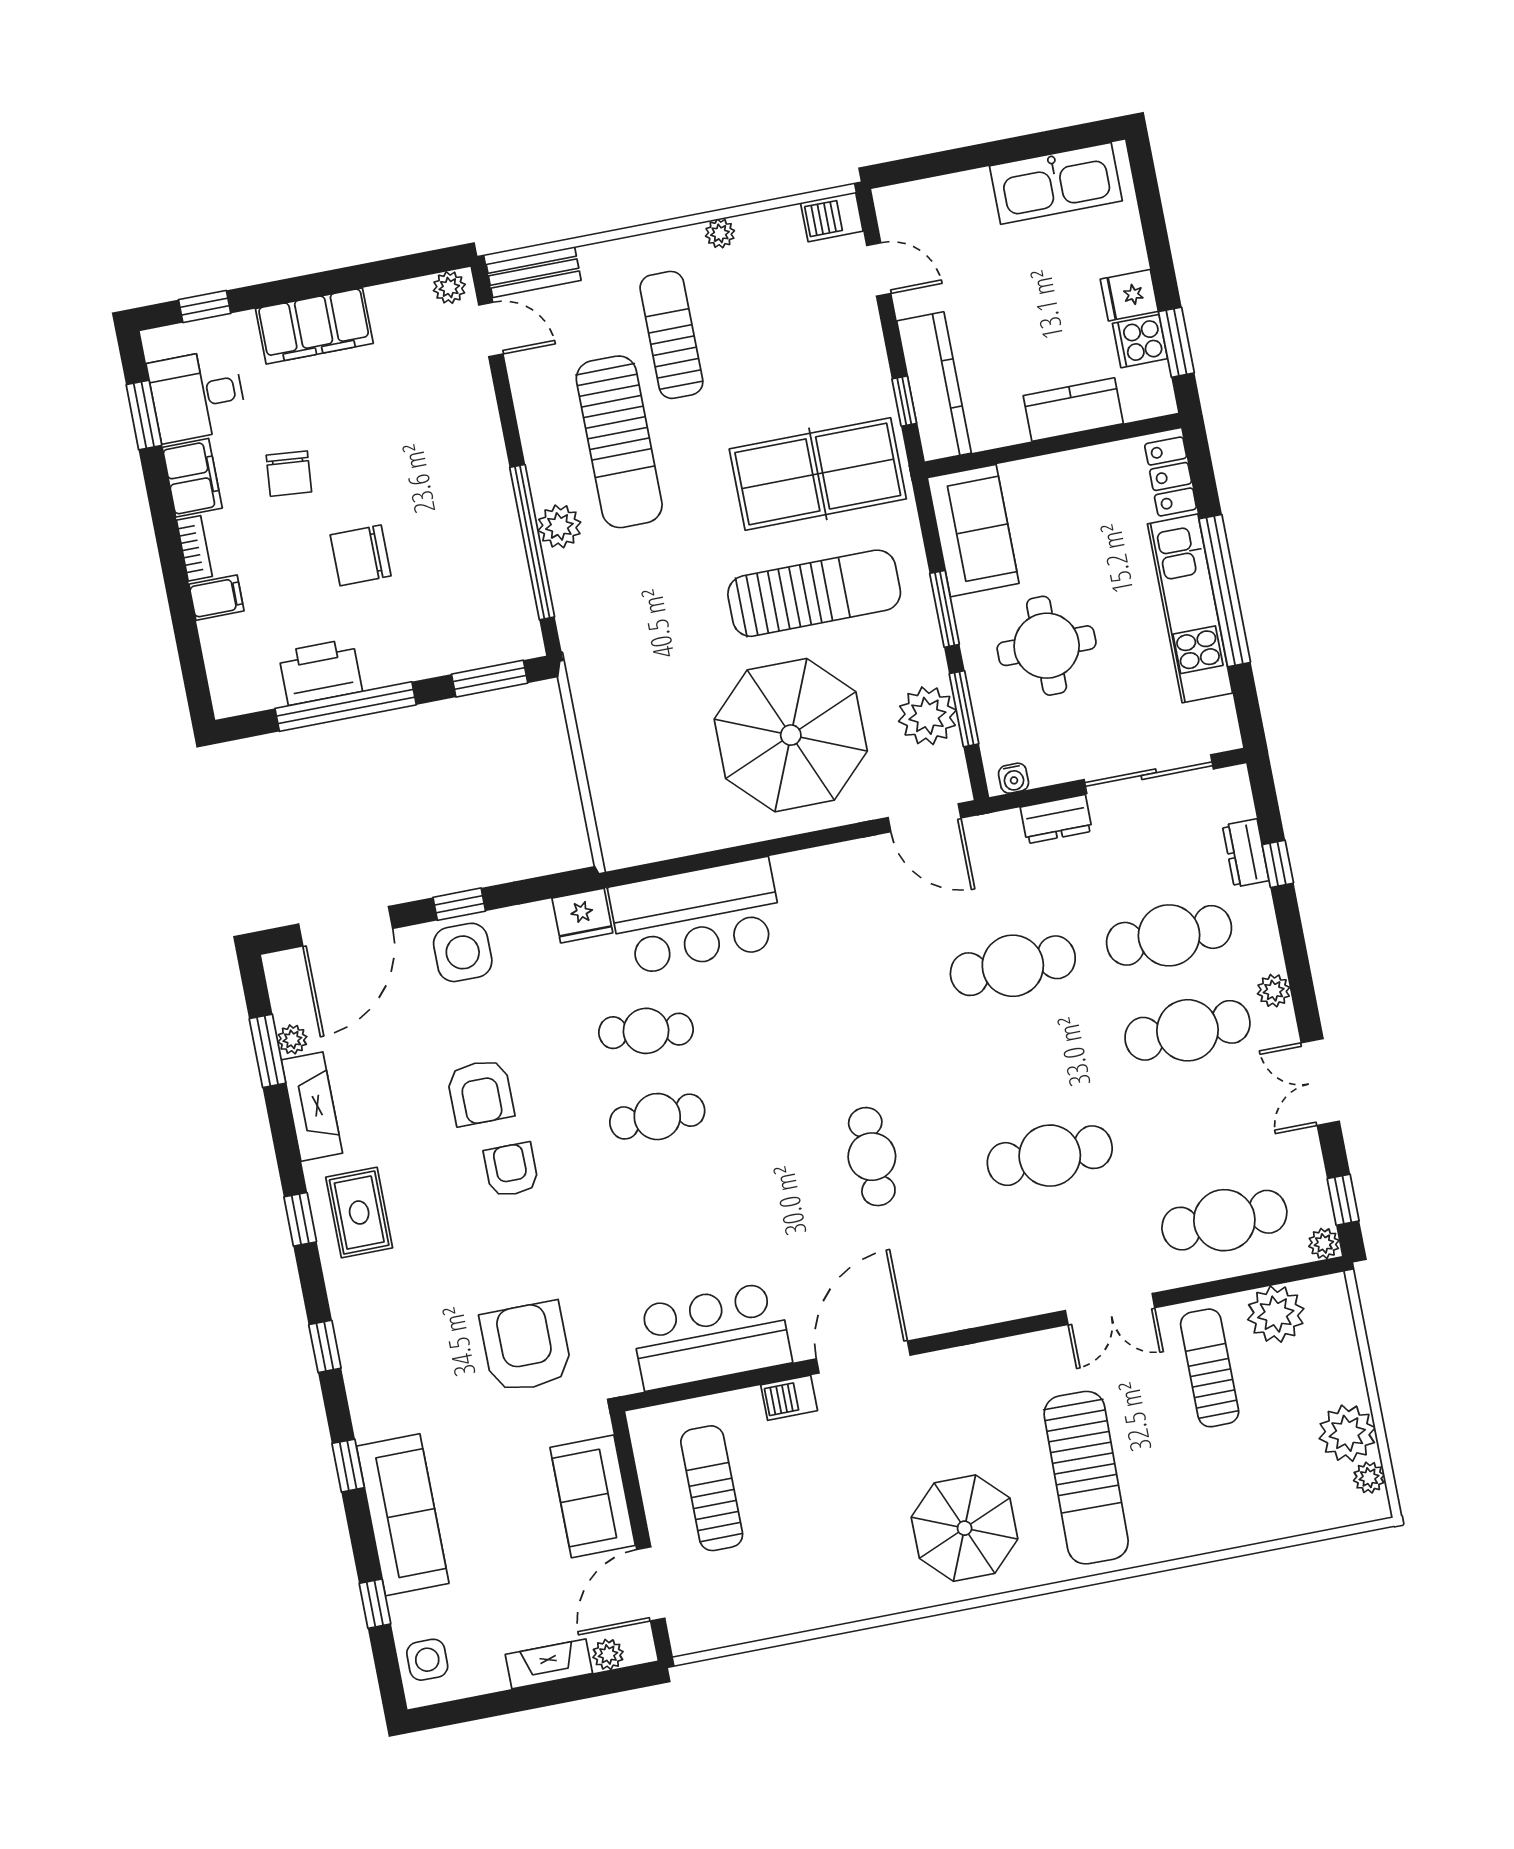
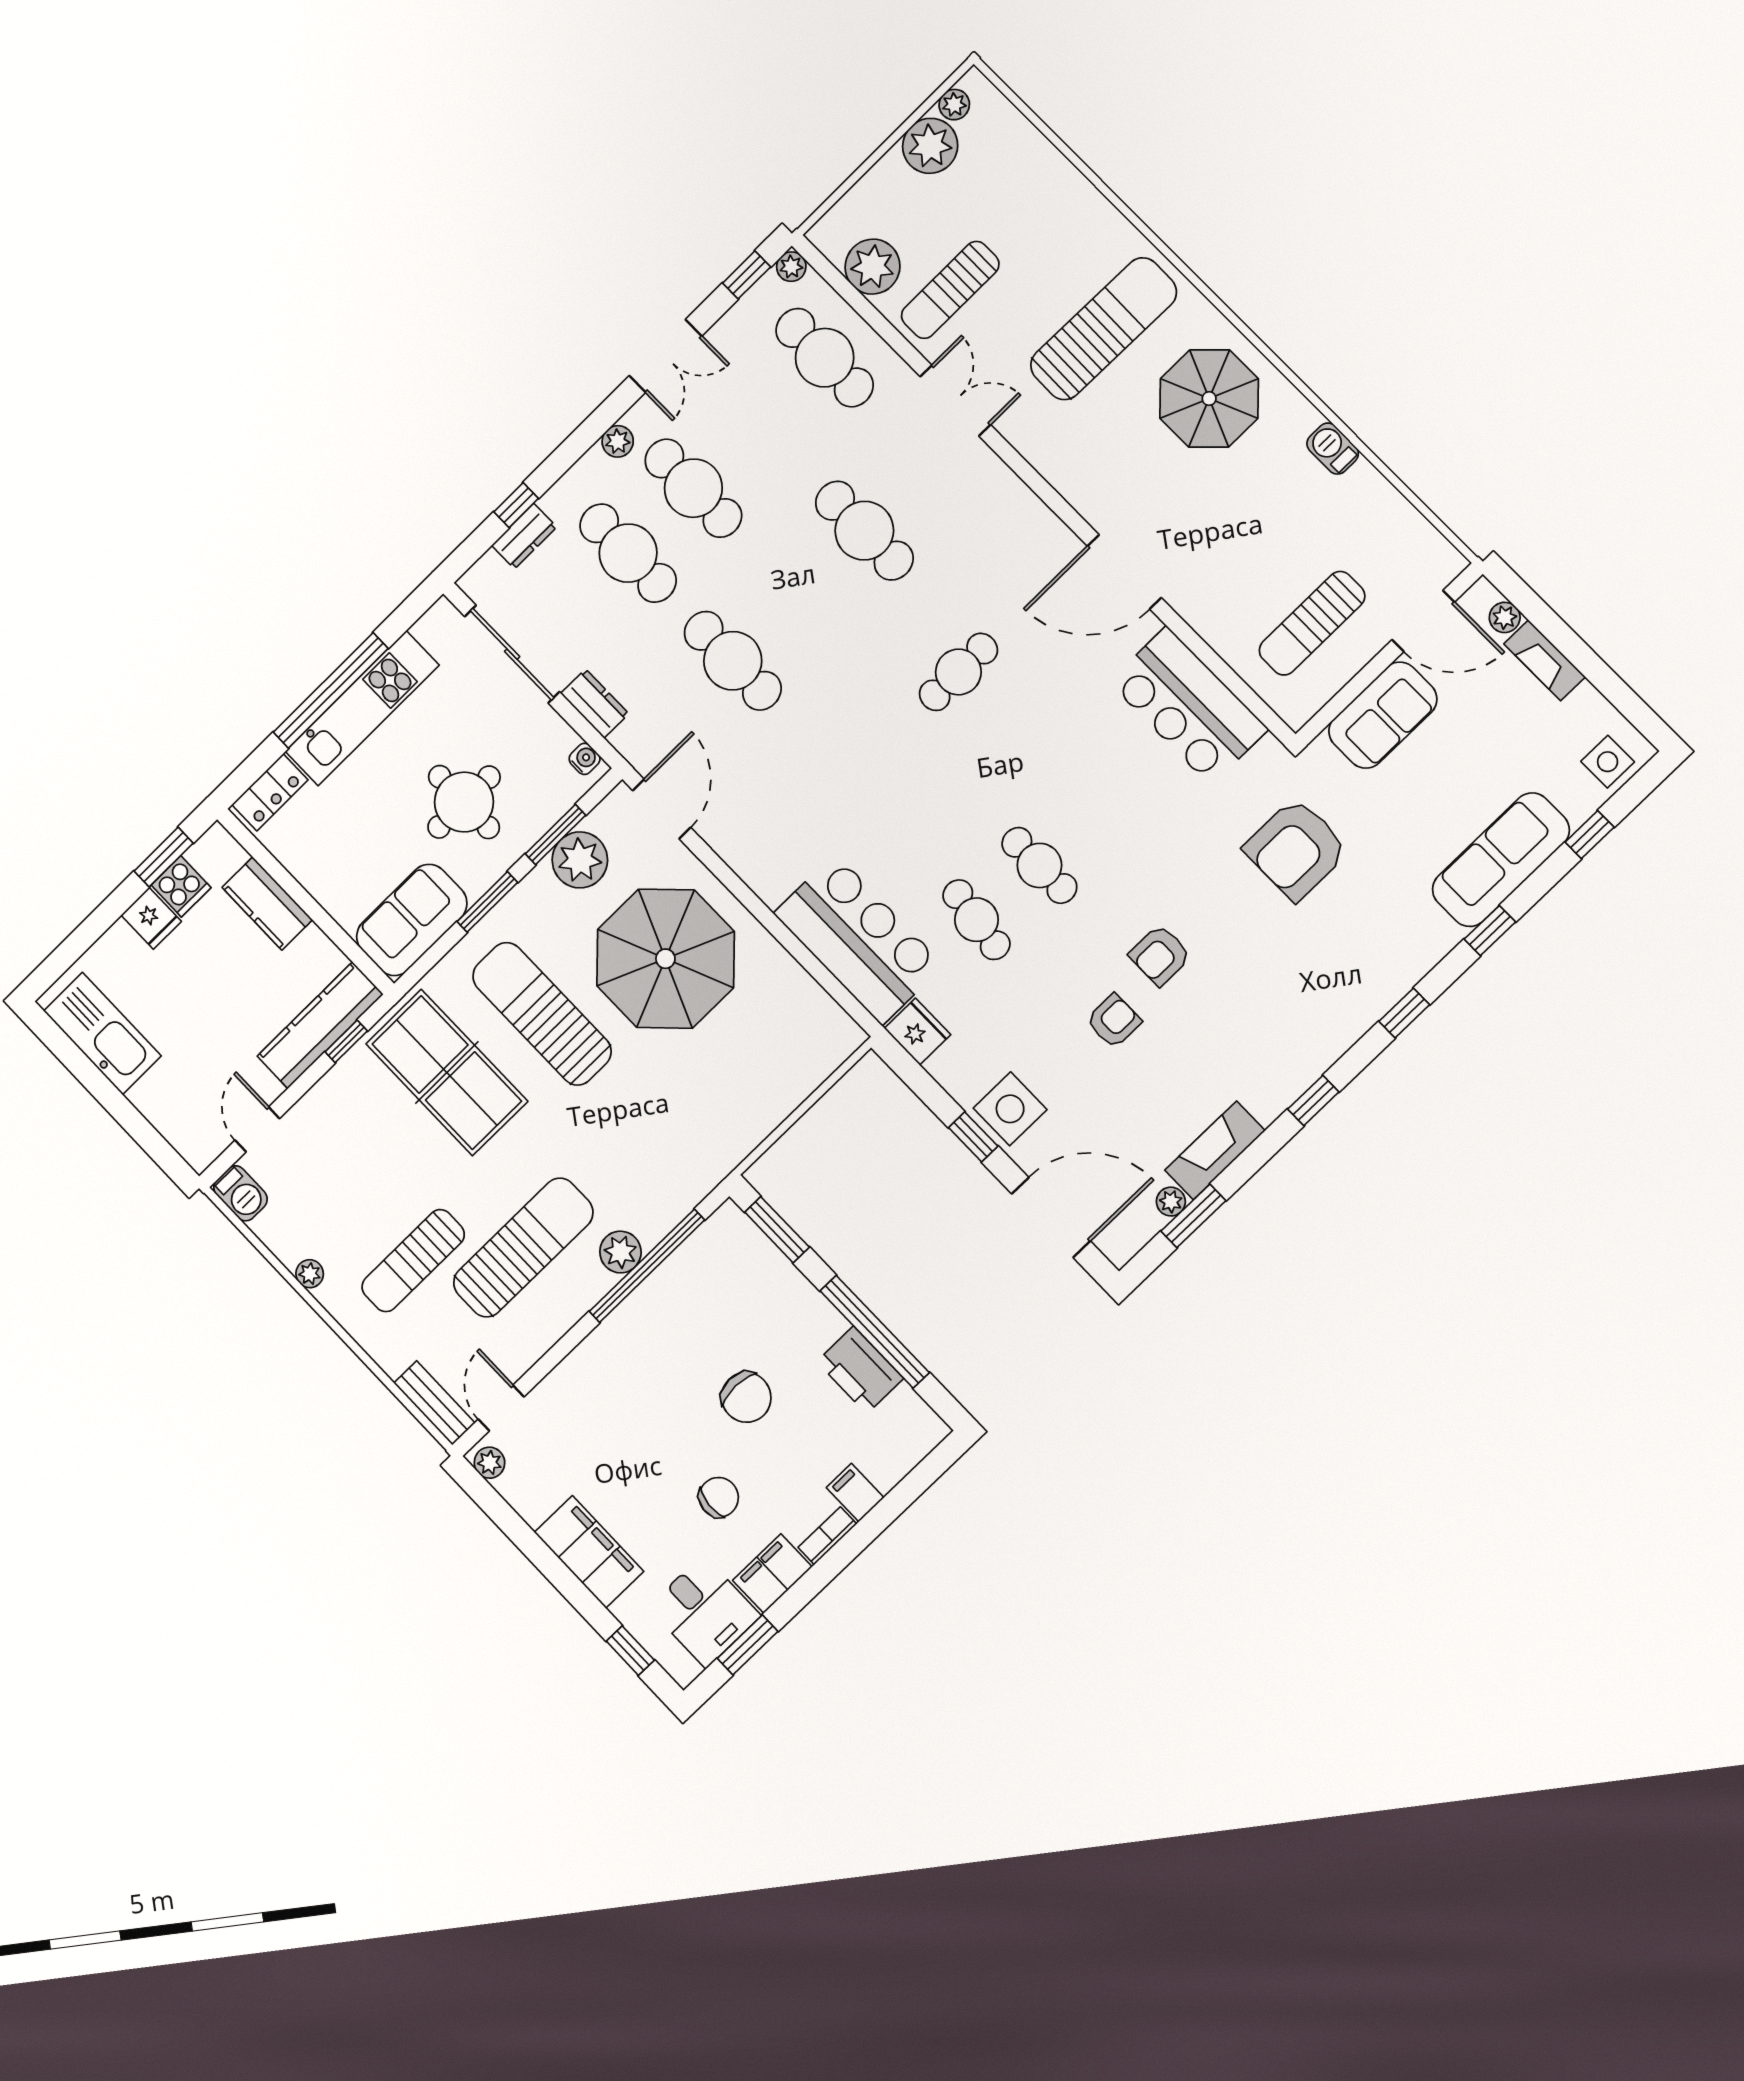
armchair: (480, 1093) -> (1114, 1021), width x0.72, depth x0.72
rug: (359, 1213) -> (1276, 1056), removed
barbecue: (789, 1398) -> (1333, 449), moved, turned 180

